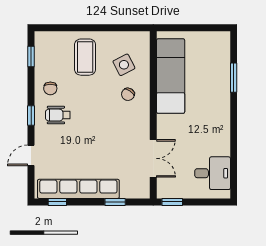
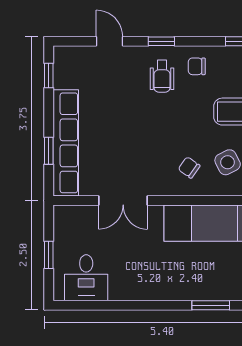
wheelchair: (58, 115) -> (162, 76), turned 180
double door: (153, 158) -> (123, 201), moved
row of seats: (78, 189) -> (66, 143), moved
window: (172, 202) -> (49, 255), moved

